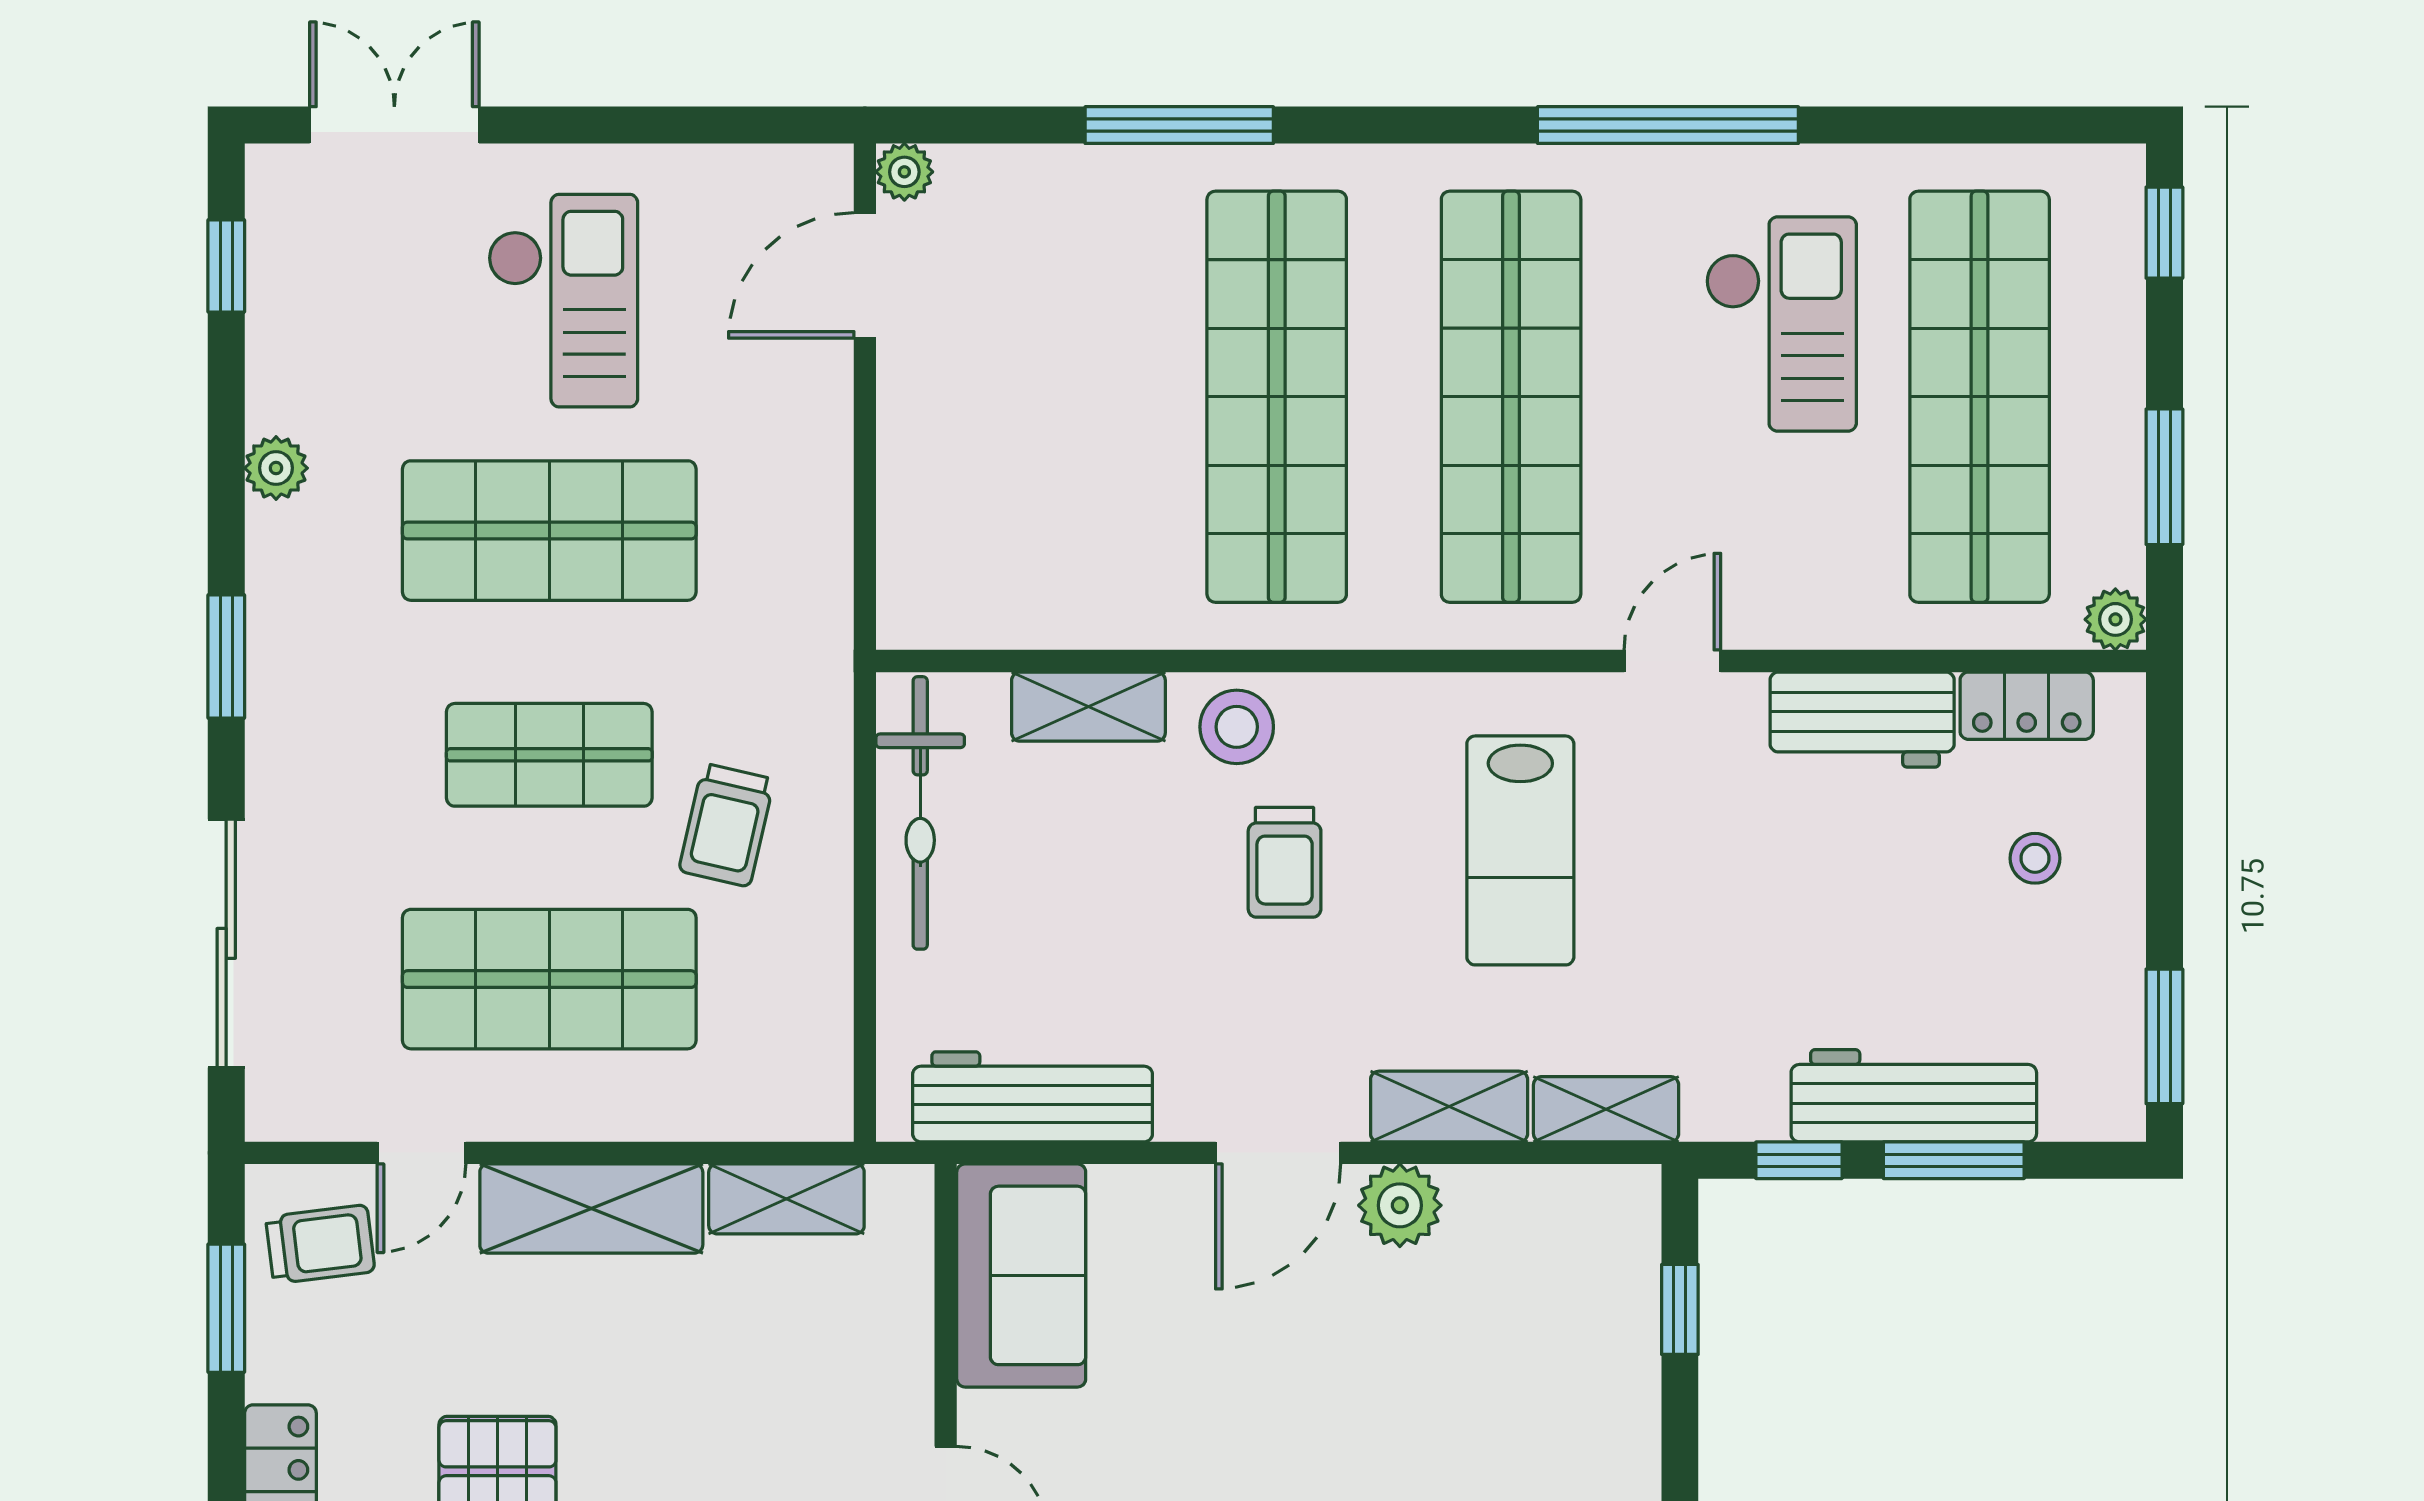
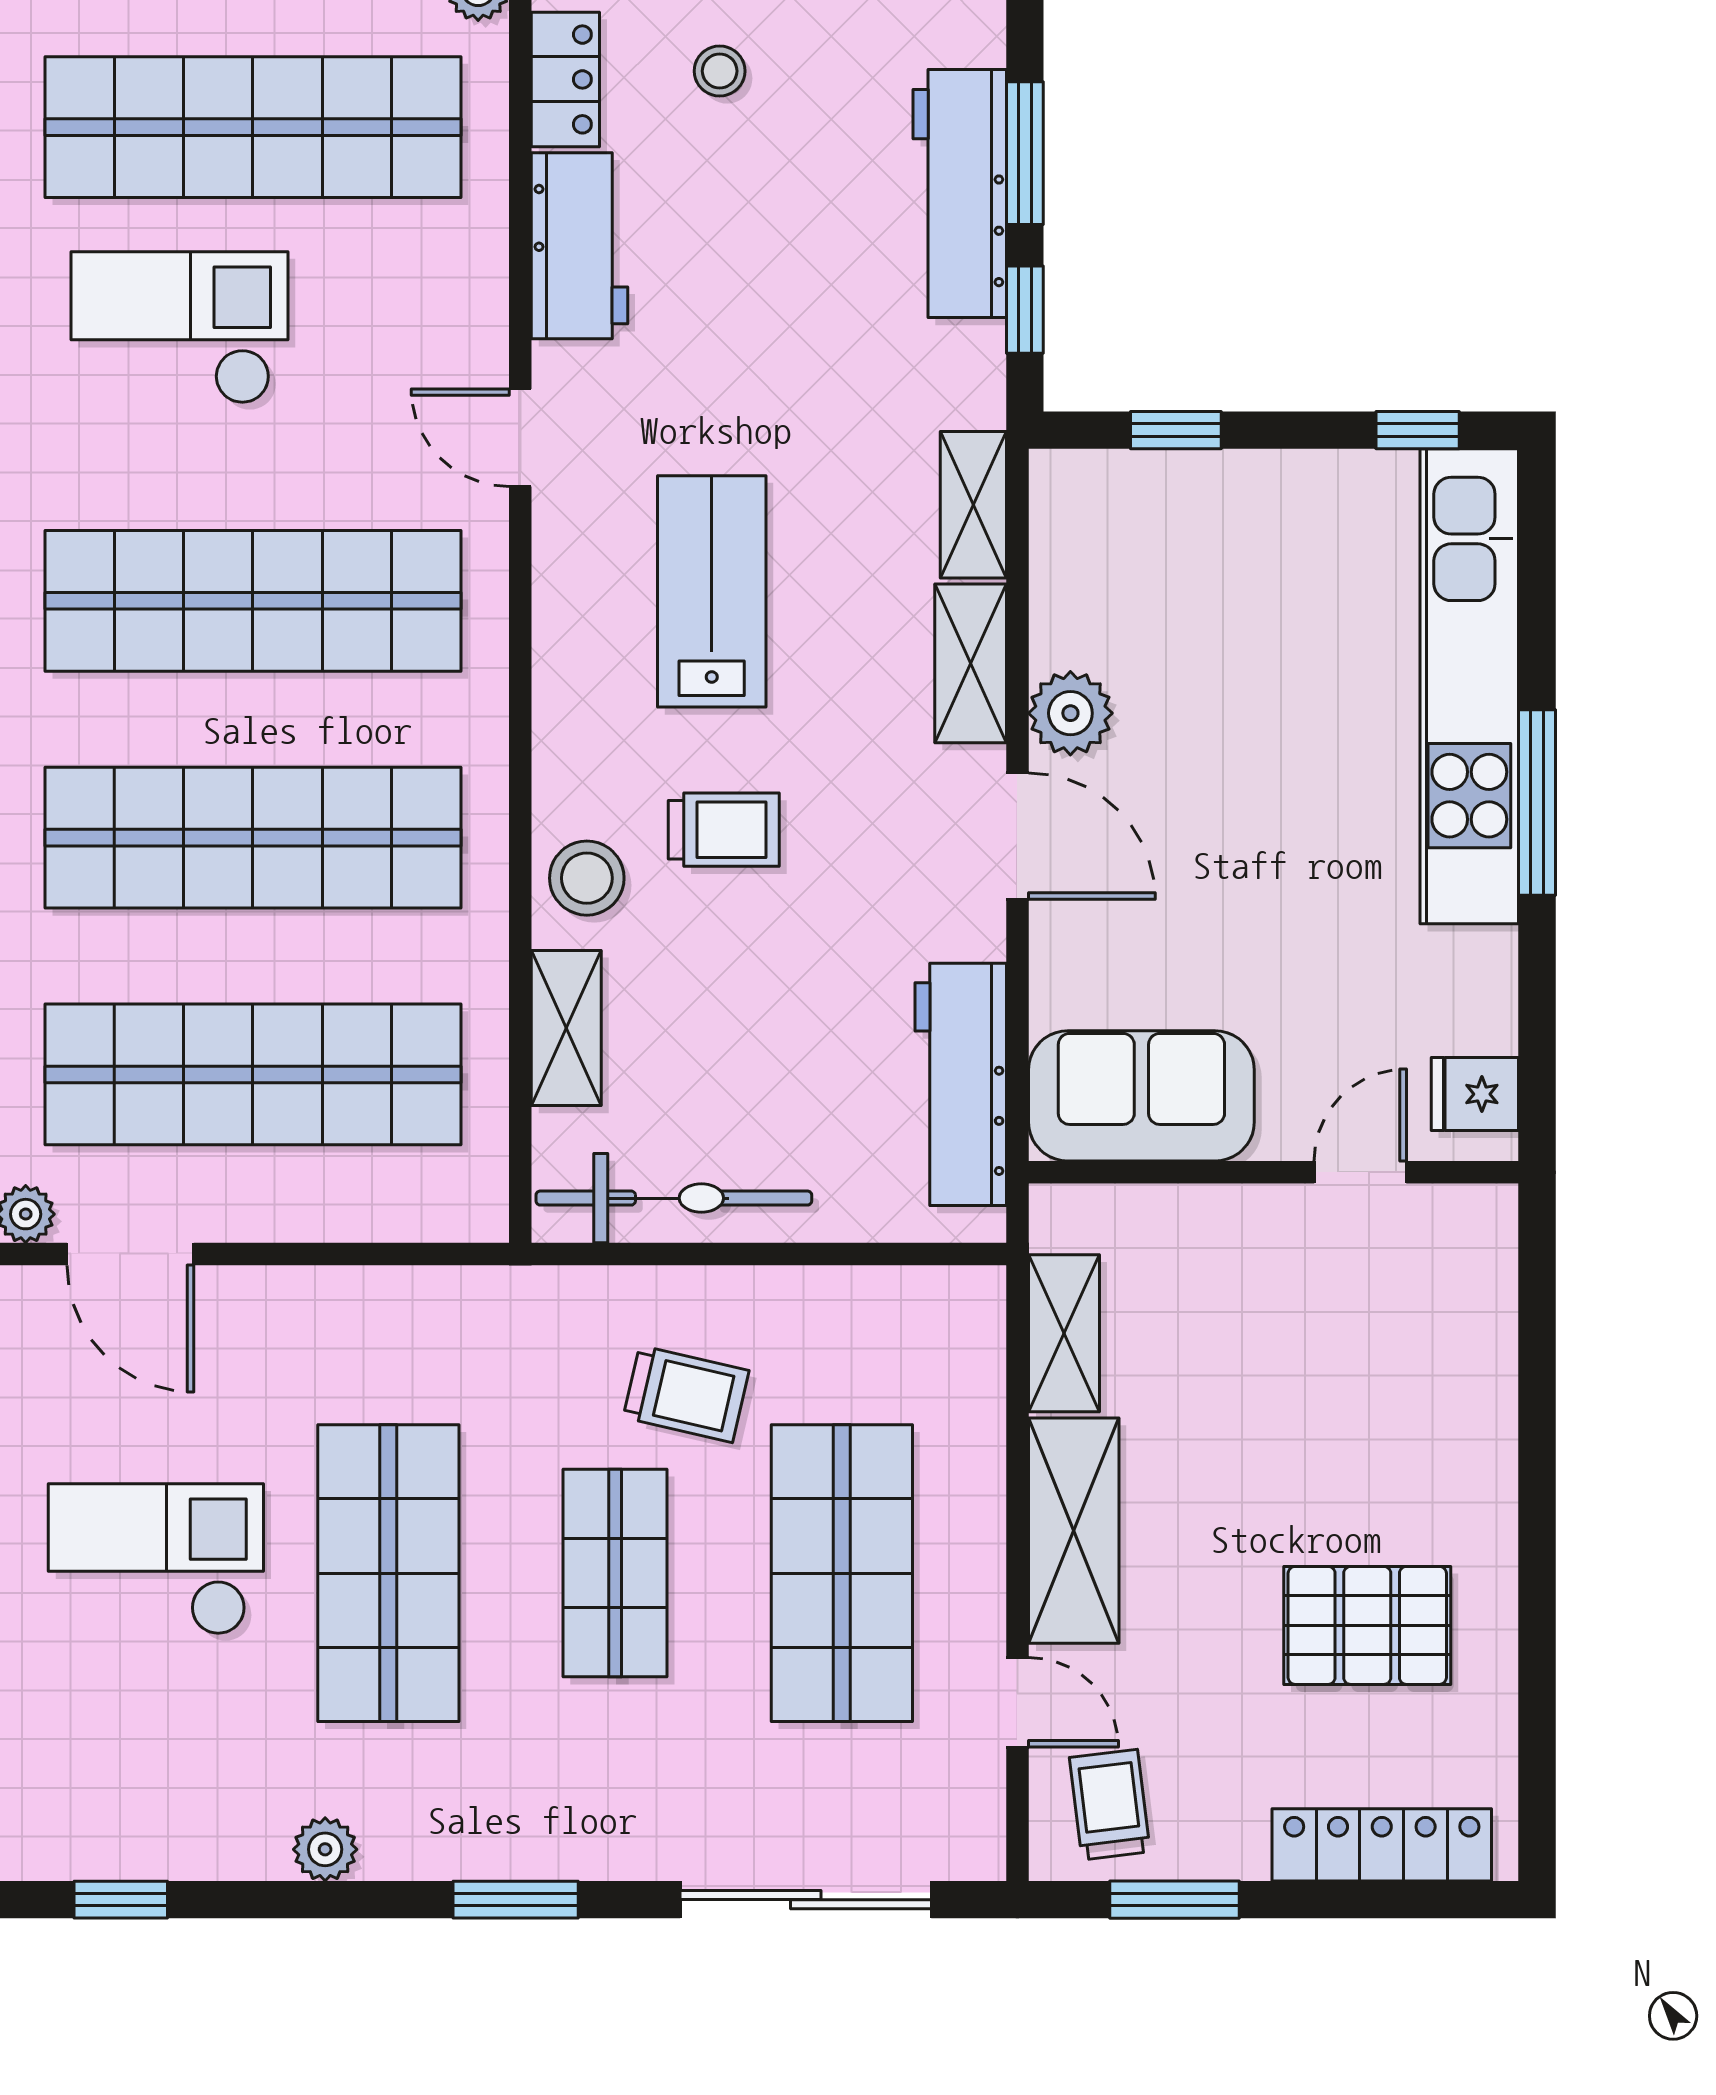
shop shelf: (1042, 397) -> (253, 1074), added
lab bench: (1520, 850) -> (712, 591), turned -90

